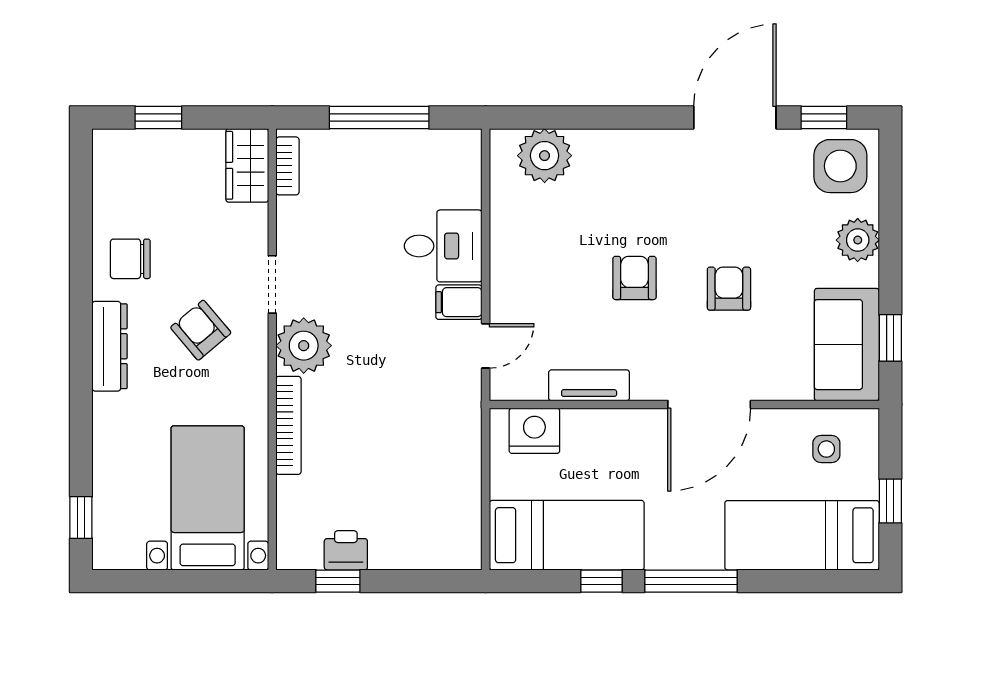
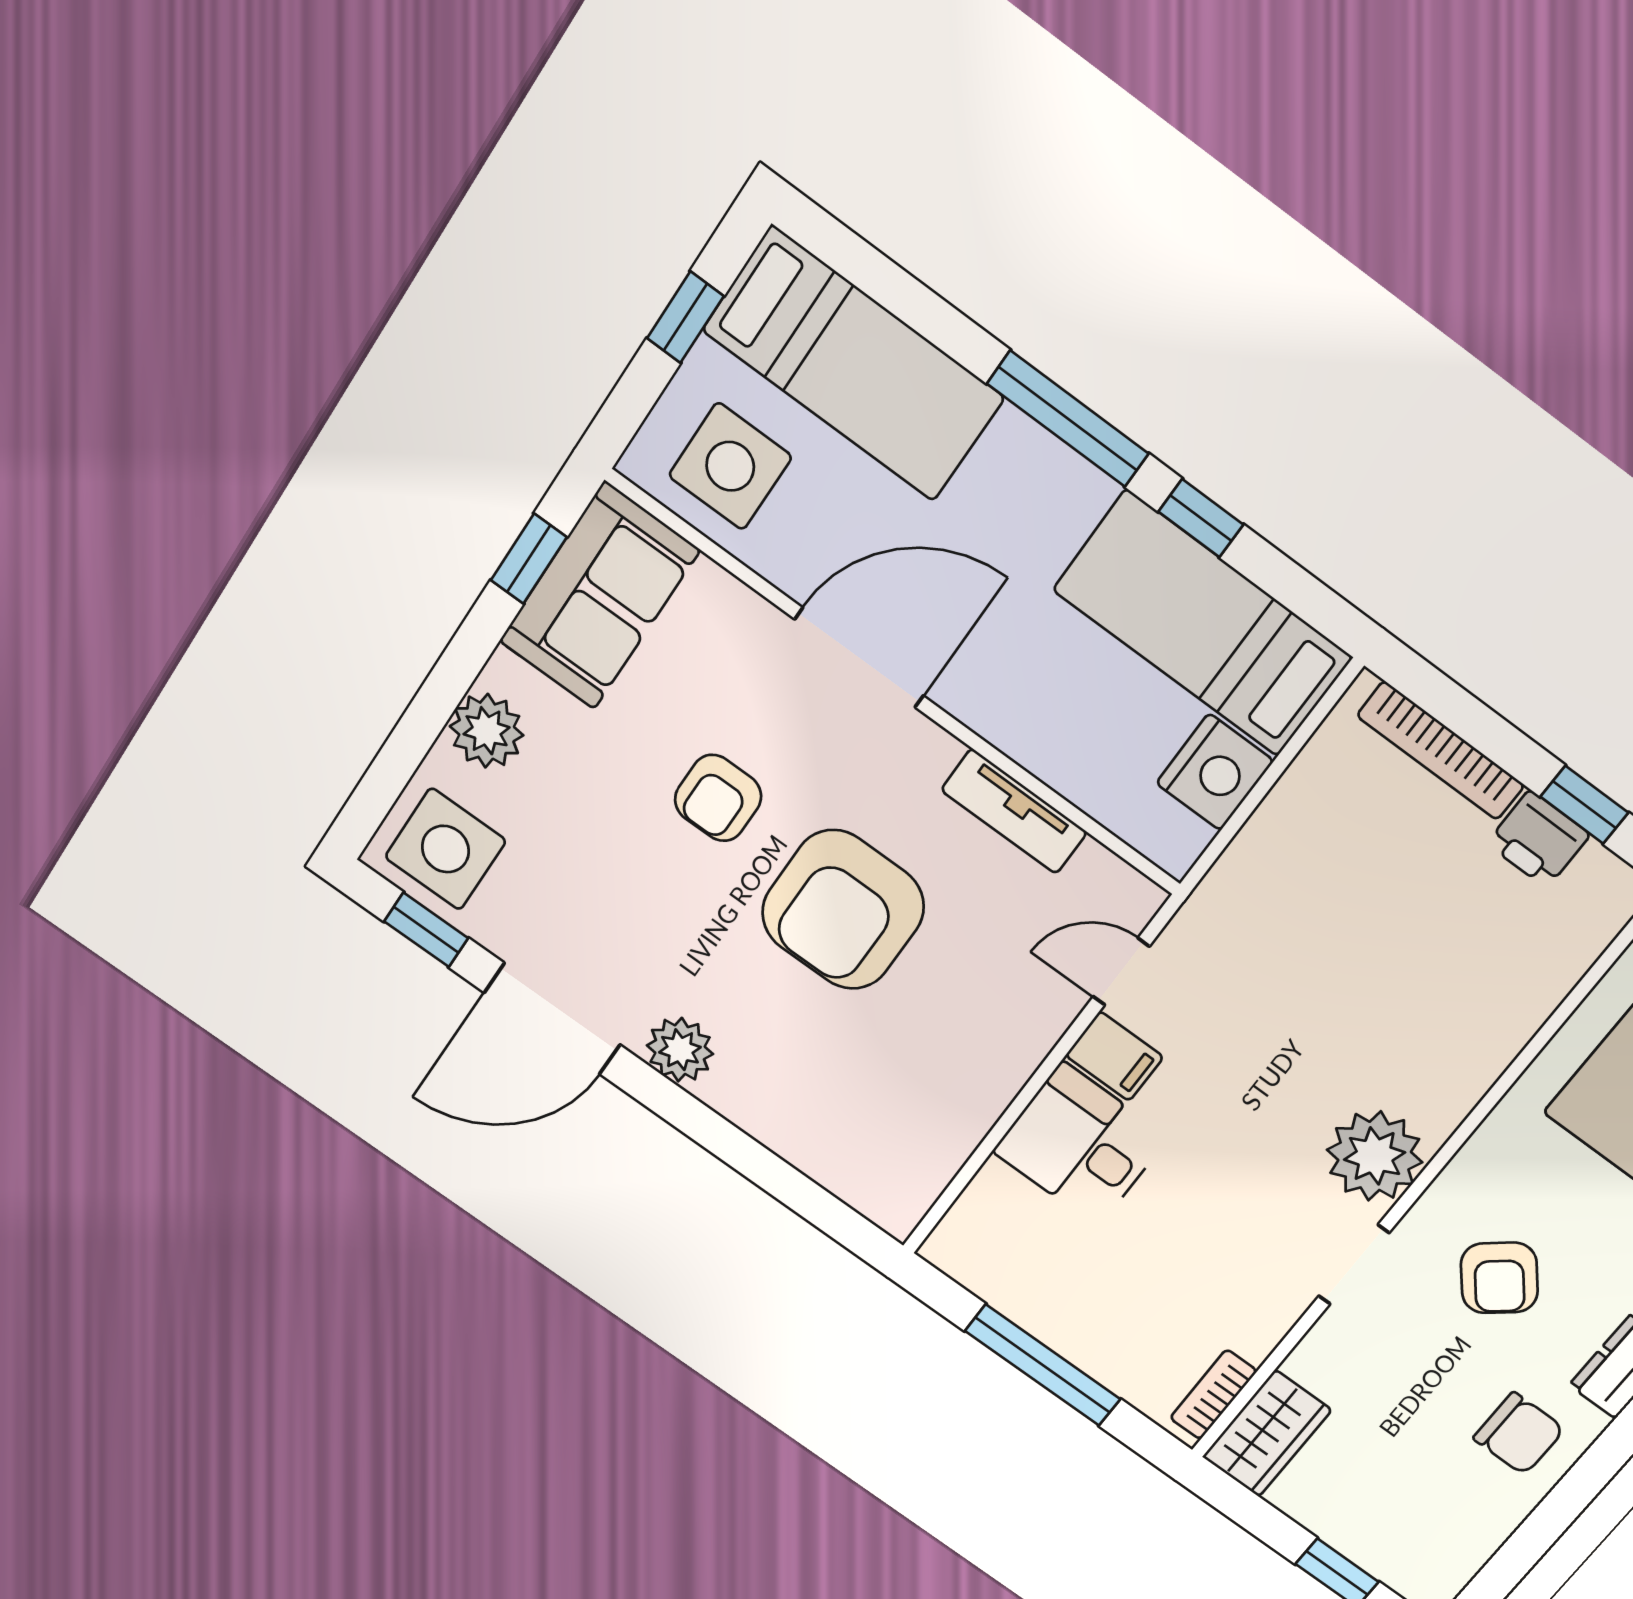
plant: (545, 156) -> (680, 1050), moved, width x0.73, depth x0.73
armchair: (635, 278) -> (843, 910), width x1.88, depth x1.88
bookcase: (288, 425) -> (1441, 751), moved, turned -90
nightstand: (534, 431) -> (1215, 772), moved, turned -90
side table: (826, 449) -> (730, 466), width x1.87, depth x1.87

